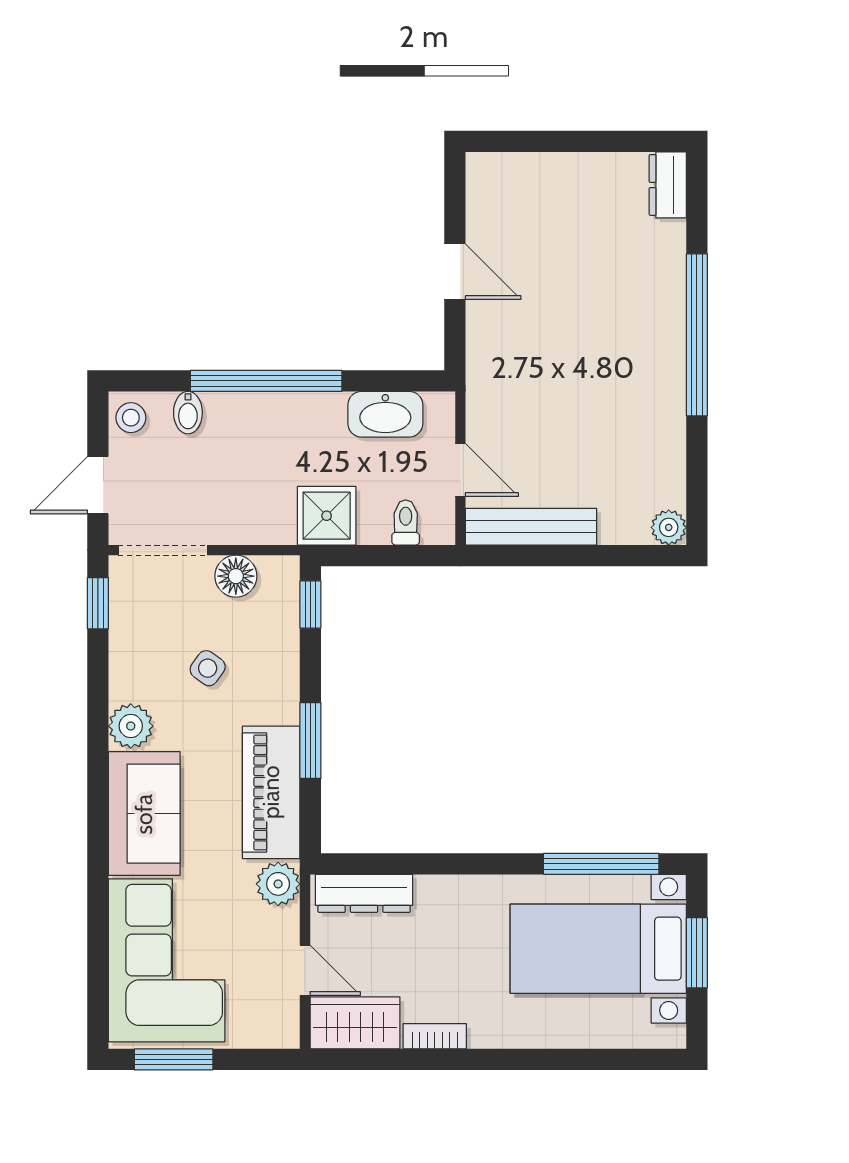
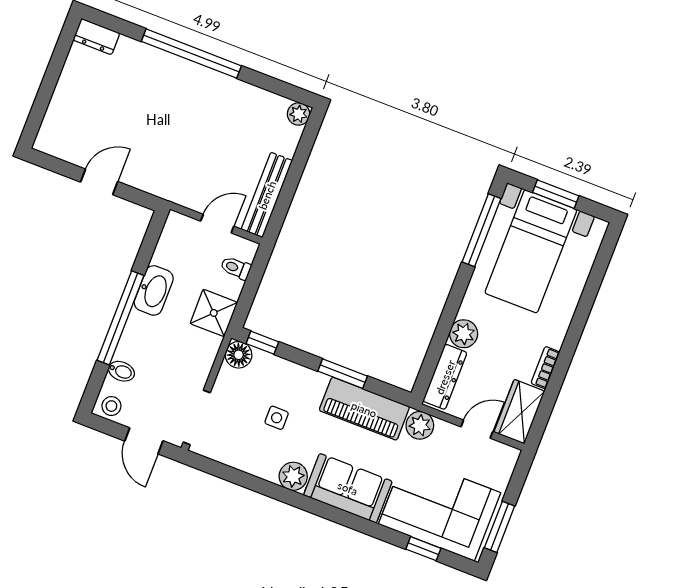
washbasin: (385, 414) -> (154, 290), moved
floor lamp: (236, 576) -> (239, 355), moved
window: (98, 603) -> (423, 549), moved
side table: (208, 668) -> (277, 418), turned -36
plant: (438, 896) -> (464, 334), added

